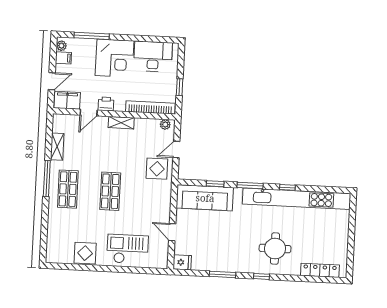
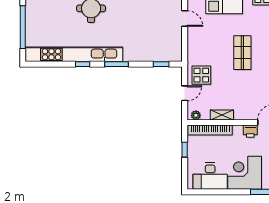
shelving: (121, 123) -> (222, 115), moved
window: (215, 184) -> (161, 64), moved
sofa: (205, 198) -> (157, 51), removed
window: (352, 232) -> (23, 27), added

